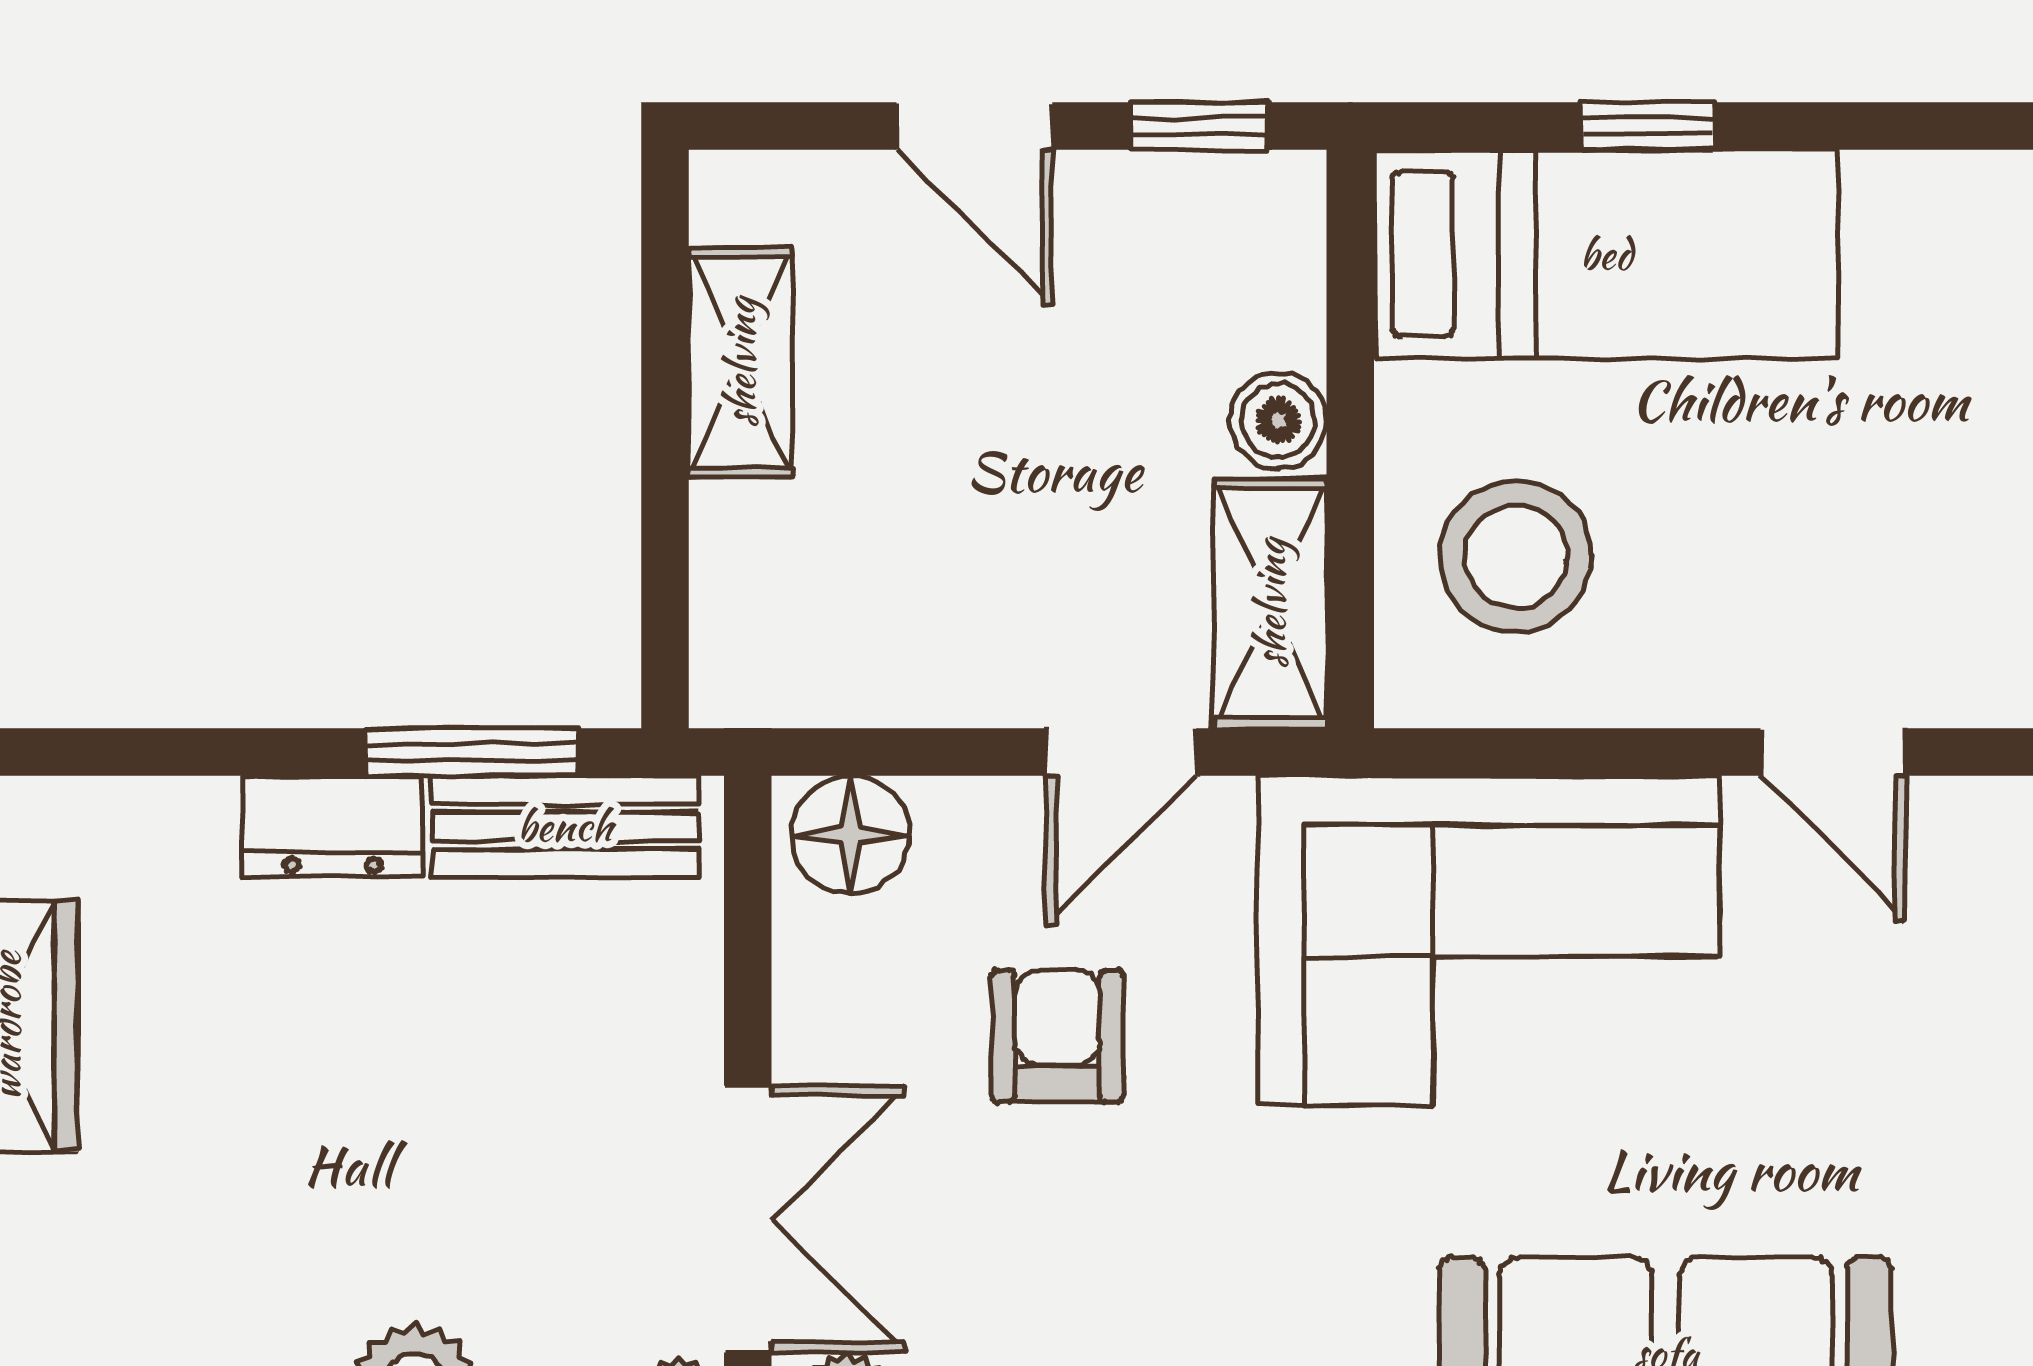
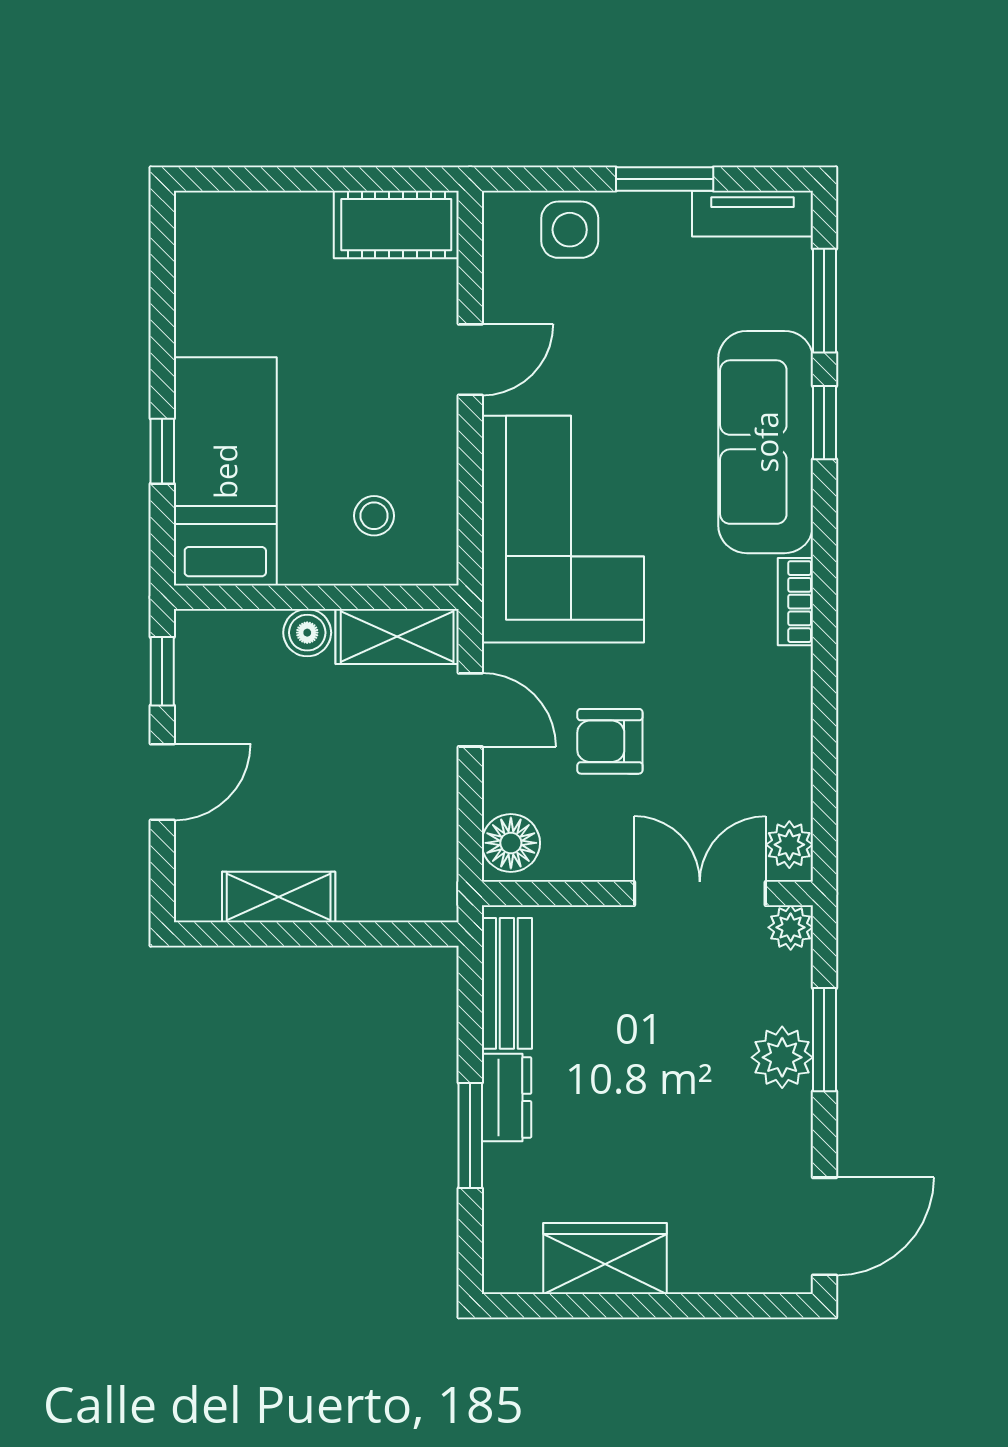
stool: (1516, 556) -> (374, 516), width x0.53, depth x0.53
window: (472, 752) -> (470, 1136), moved

